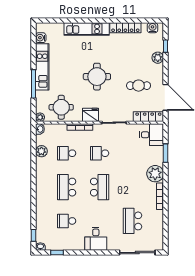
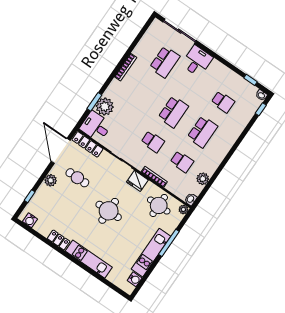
locker: (125, 28) -> (59, 240), width x0.66
plant: (158, 58) -> (51, 180), moved
plant: (155, 174) -> (105, 107), moved
school desk: (100, 187) -> (173, 112), turned 180
desk: (96, 239) -> (197, 61), moved

